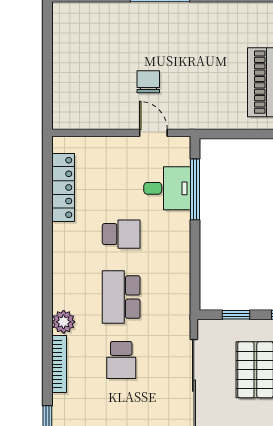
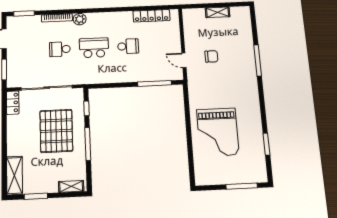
shelving: (62, 63) -> (218, 12), added
door: (153, 133) -> (184, 60), swing flipped
desk: (167, 188) -> (154, 69), removed
school desk: (121, 234) -> (128, 46), turned -90

